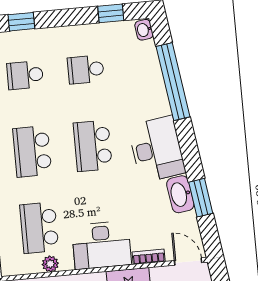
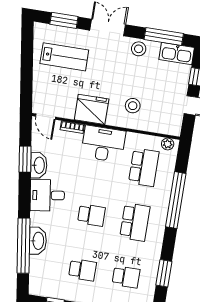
washbasin: (144, 30) -> (38, 241), moved, width x1.91, depth x1.45
school desk: (93, 146) -> (91, 215), width x0.54
desk: (157, 149) -> (47, 195), width x0.73
plant: (50, 264) -> (168, 144), moved

